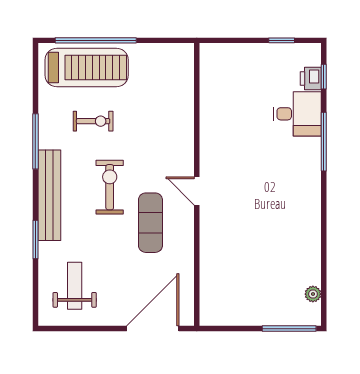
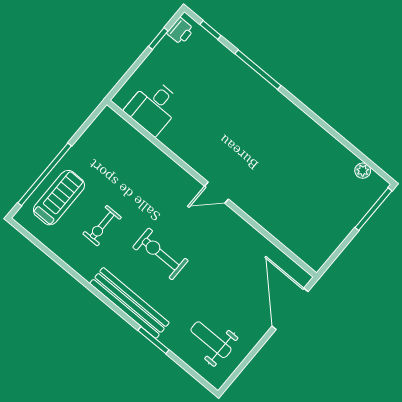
treadmill: (87, 67) -> (59, 198), width x0.73, depth x0.73
printer: (311, 78) -> (180, 31), moved, turned -90
desk: (297, 114) -> (153, 107), moved, turned 180
exercise bike: (93, 121) -> (102, 226), turned 180
window: (35, 141) -> (82, 280), removed
exercise mat: (150, 223) -> (211, 246), removed

